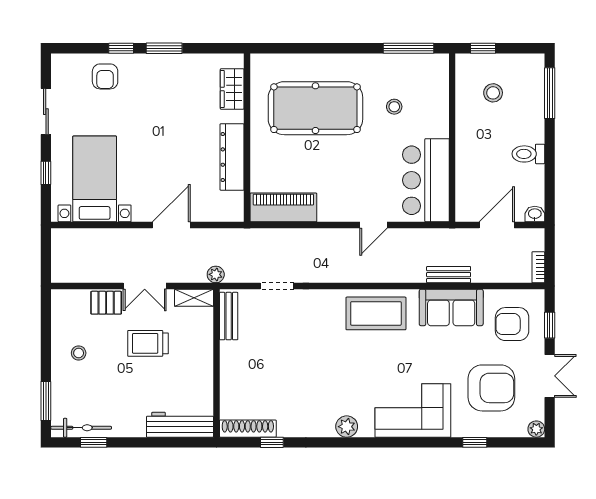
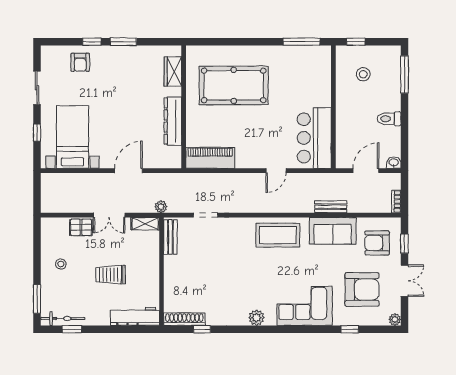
stool: (394, 107) -> (291, 84), removed
trolley: (148, 343) -> (110, 275), moved

